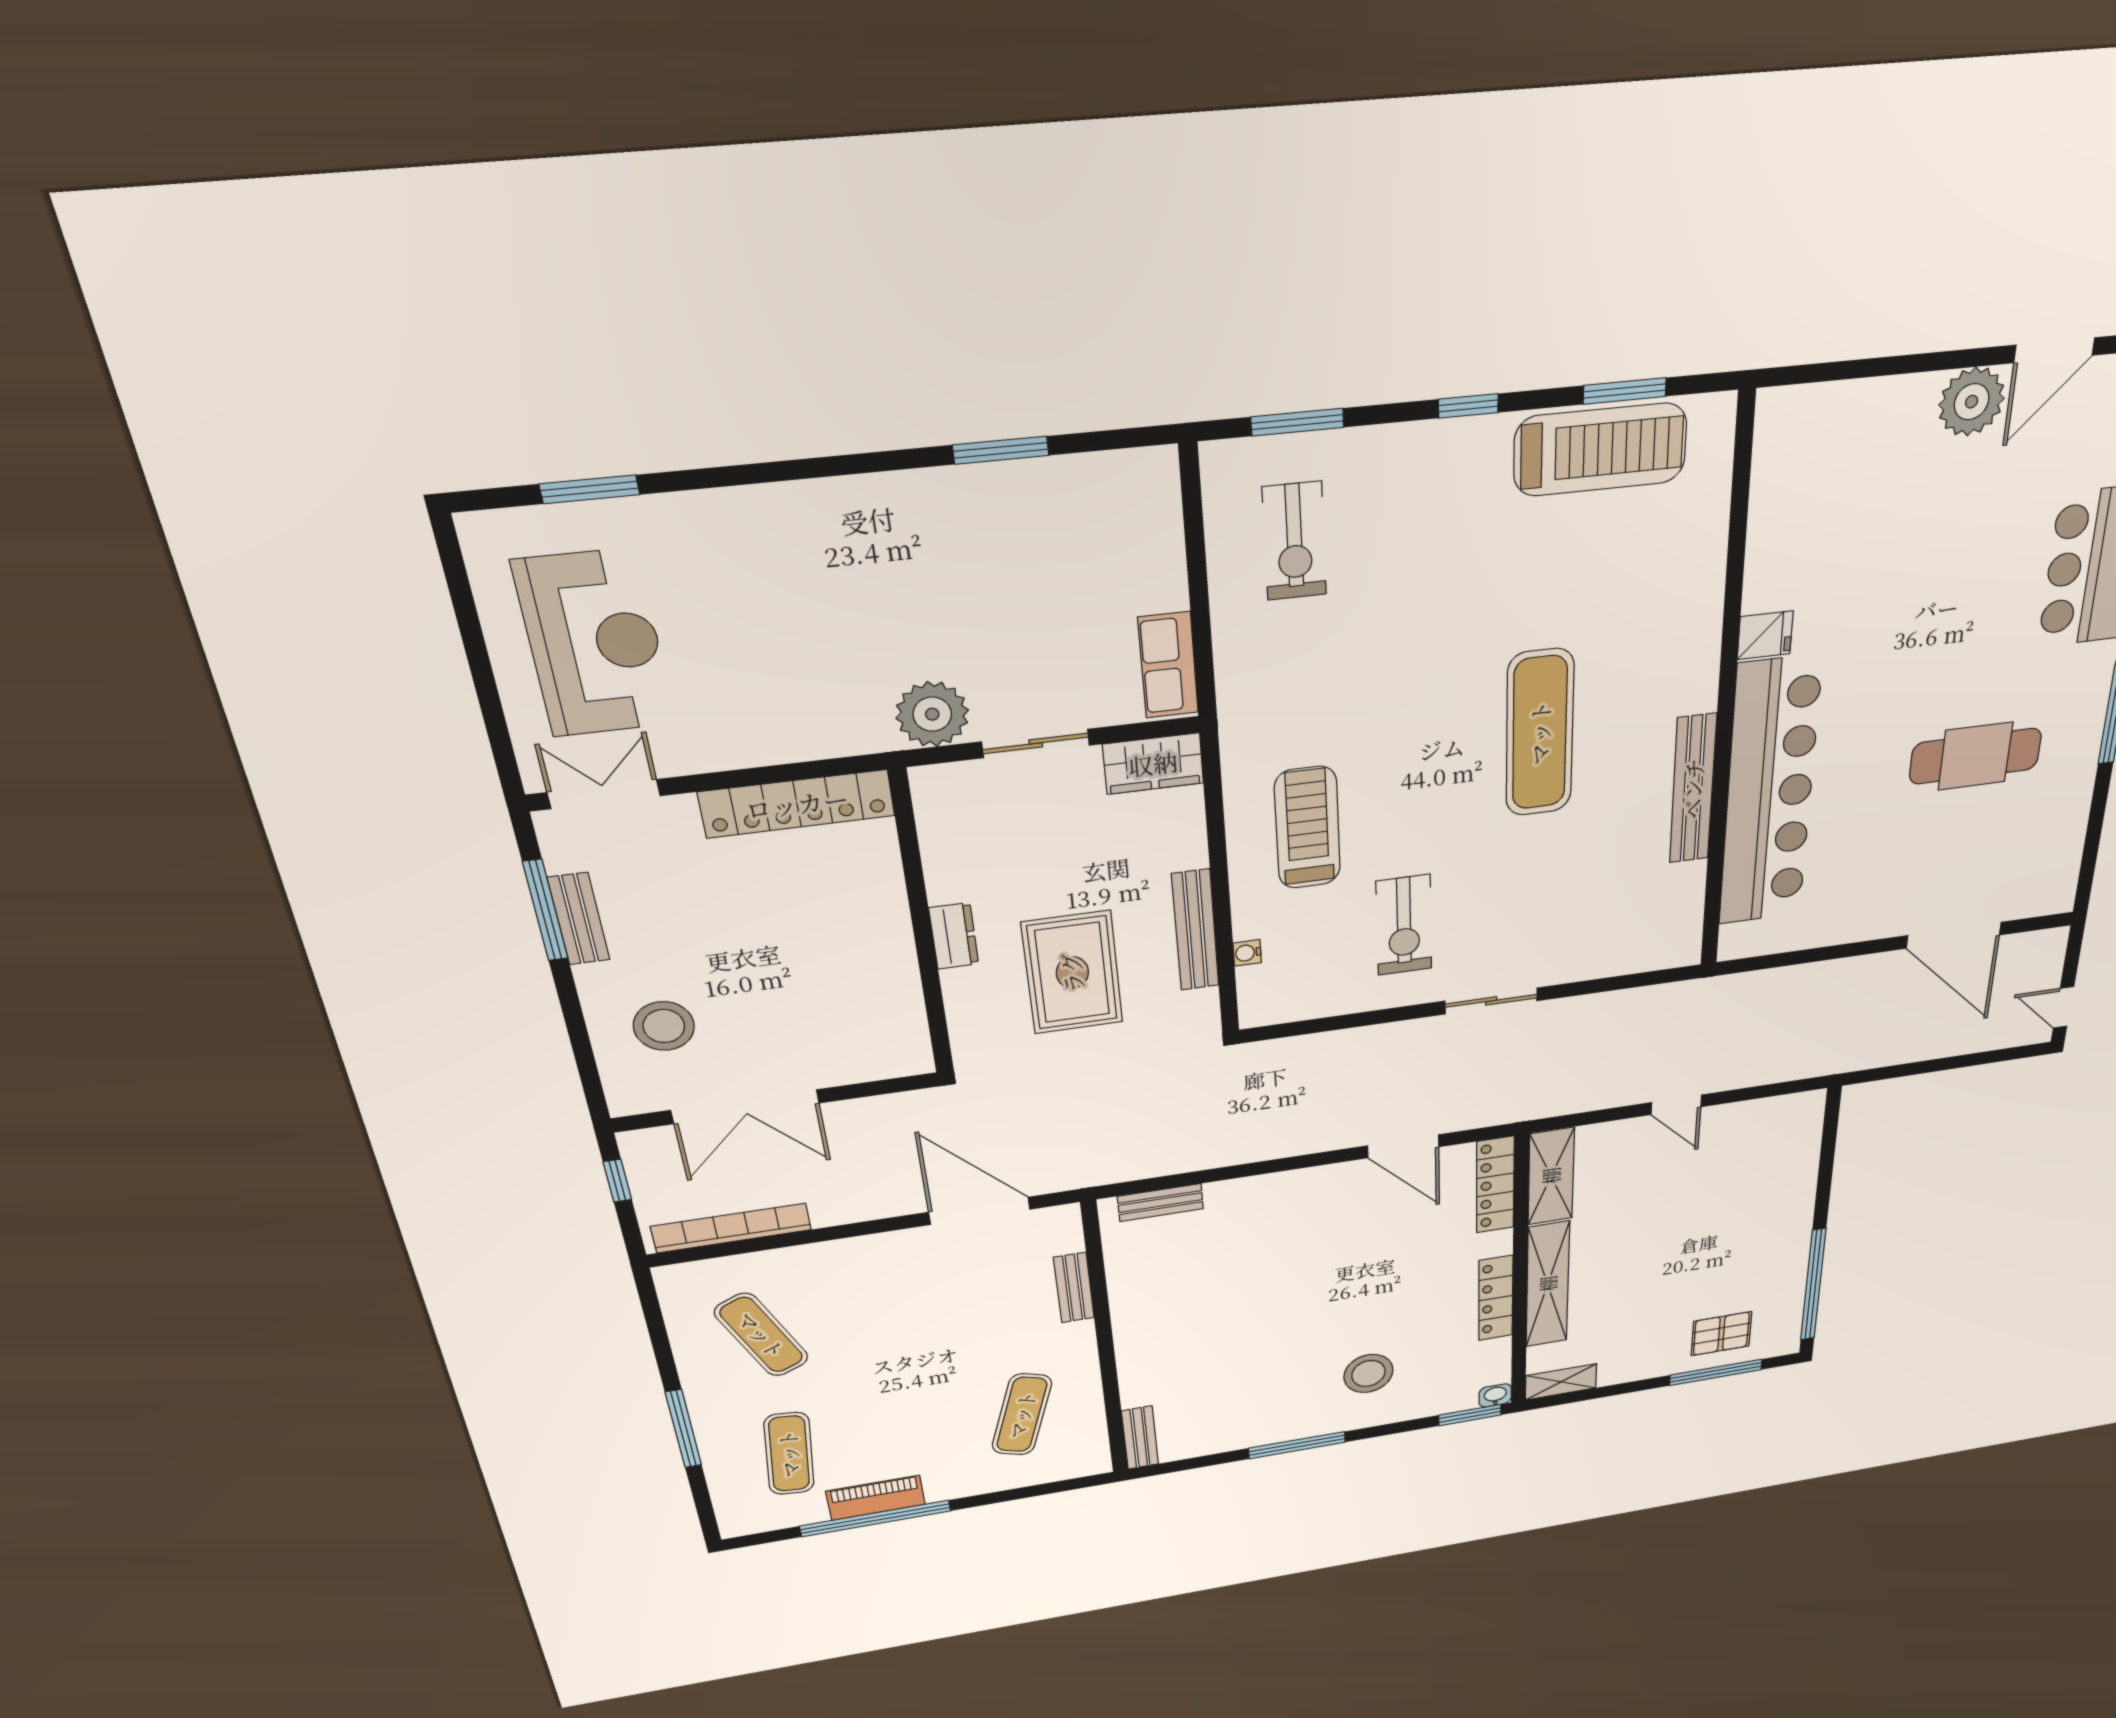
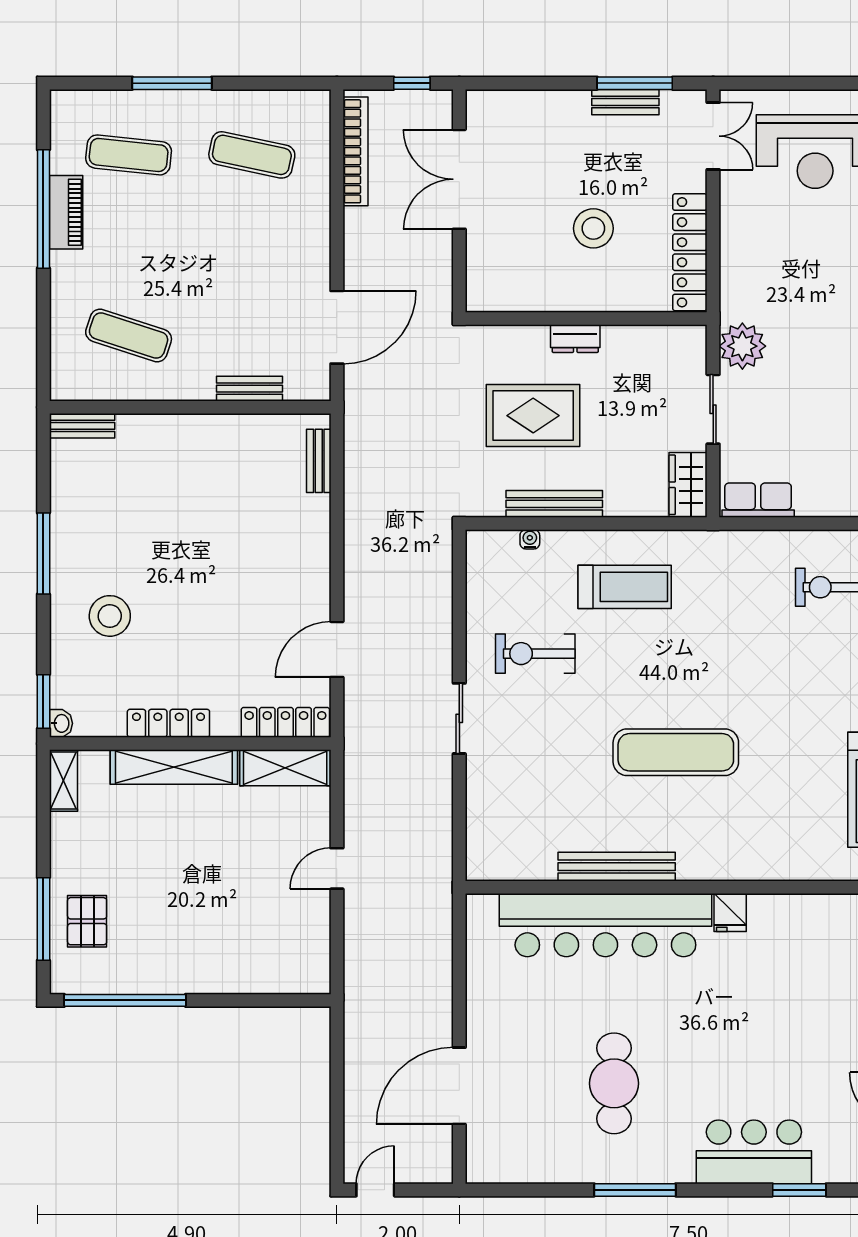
stool: (664, 1026) -> (593, 228), moved
exercise mat: (761, 1335) -> (252, 155), turned 36

